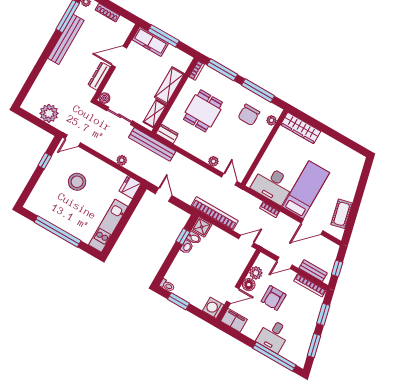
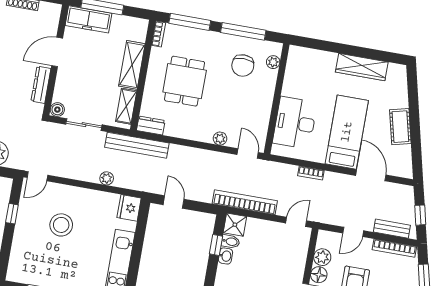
wardrobe: (301, 128) -> (362, 67), moved
desk: (273, 185) -> (295, 123), moved, turned 90
cot: (342, 214) -> (400, 127), moved
door: (312, 227) -> (371, 175), swing flipped

